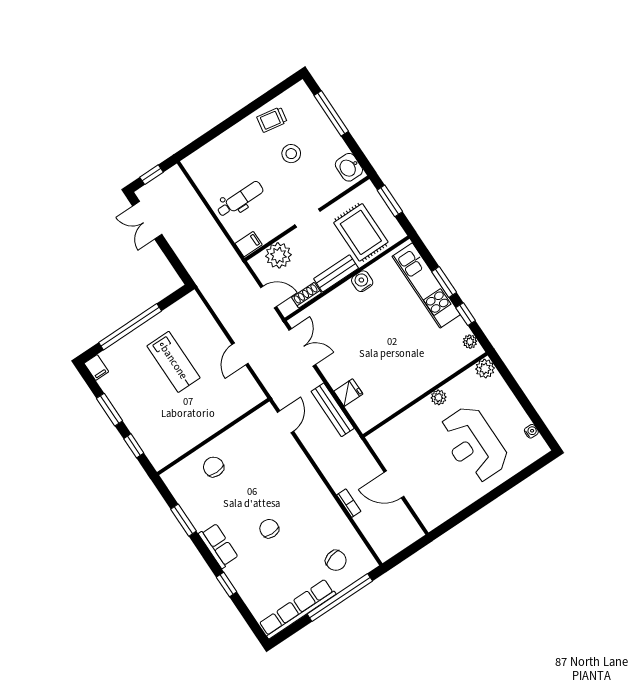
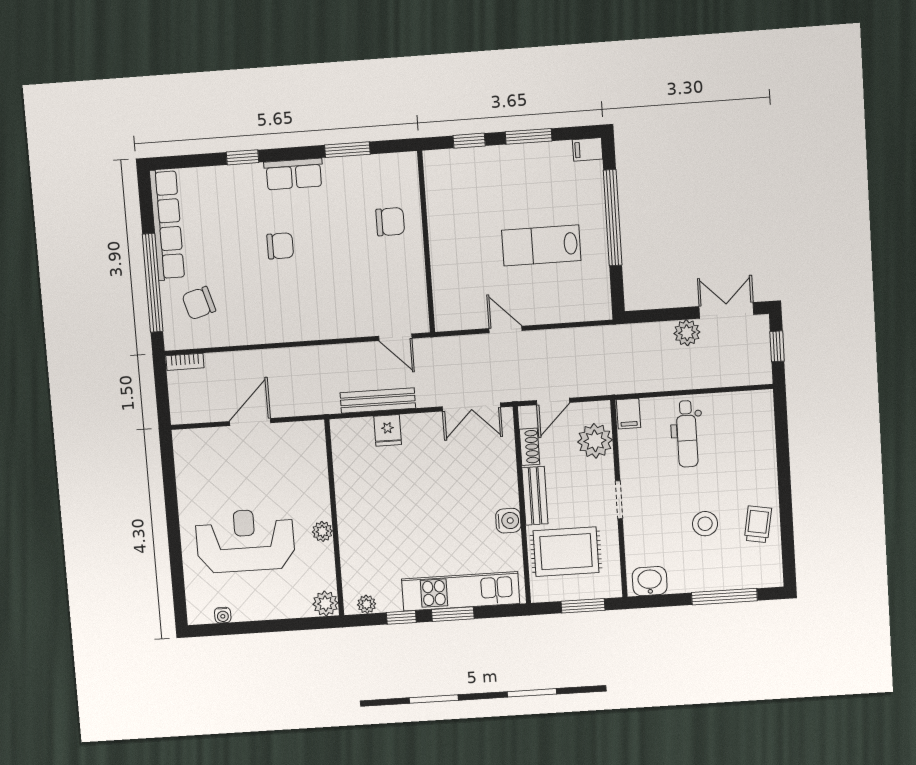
plant: (176, 237) -> (687, 333), added
bookcase: (349, 503) -> (185, 362), moved

